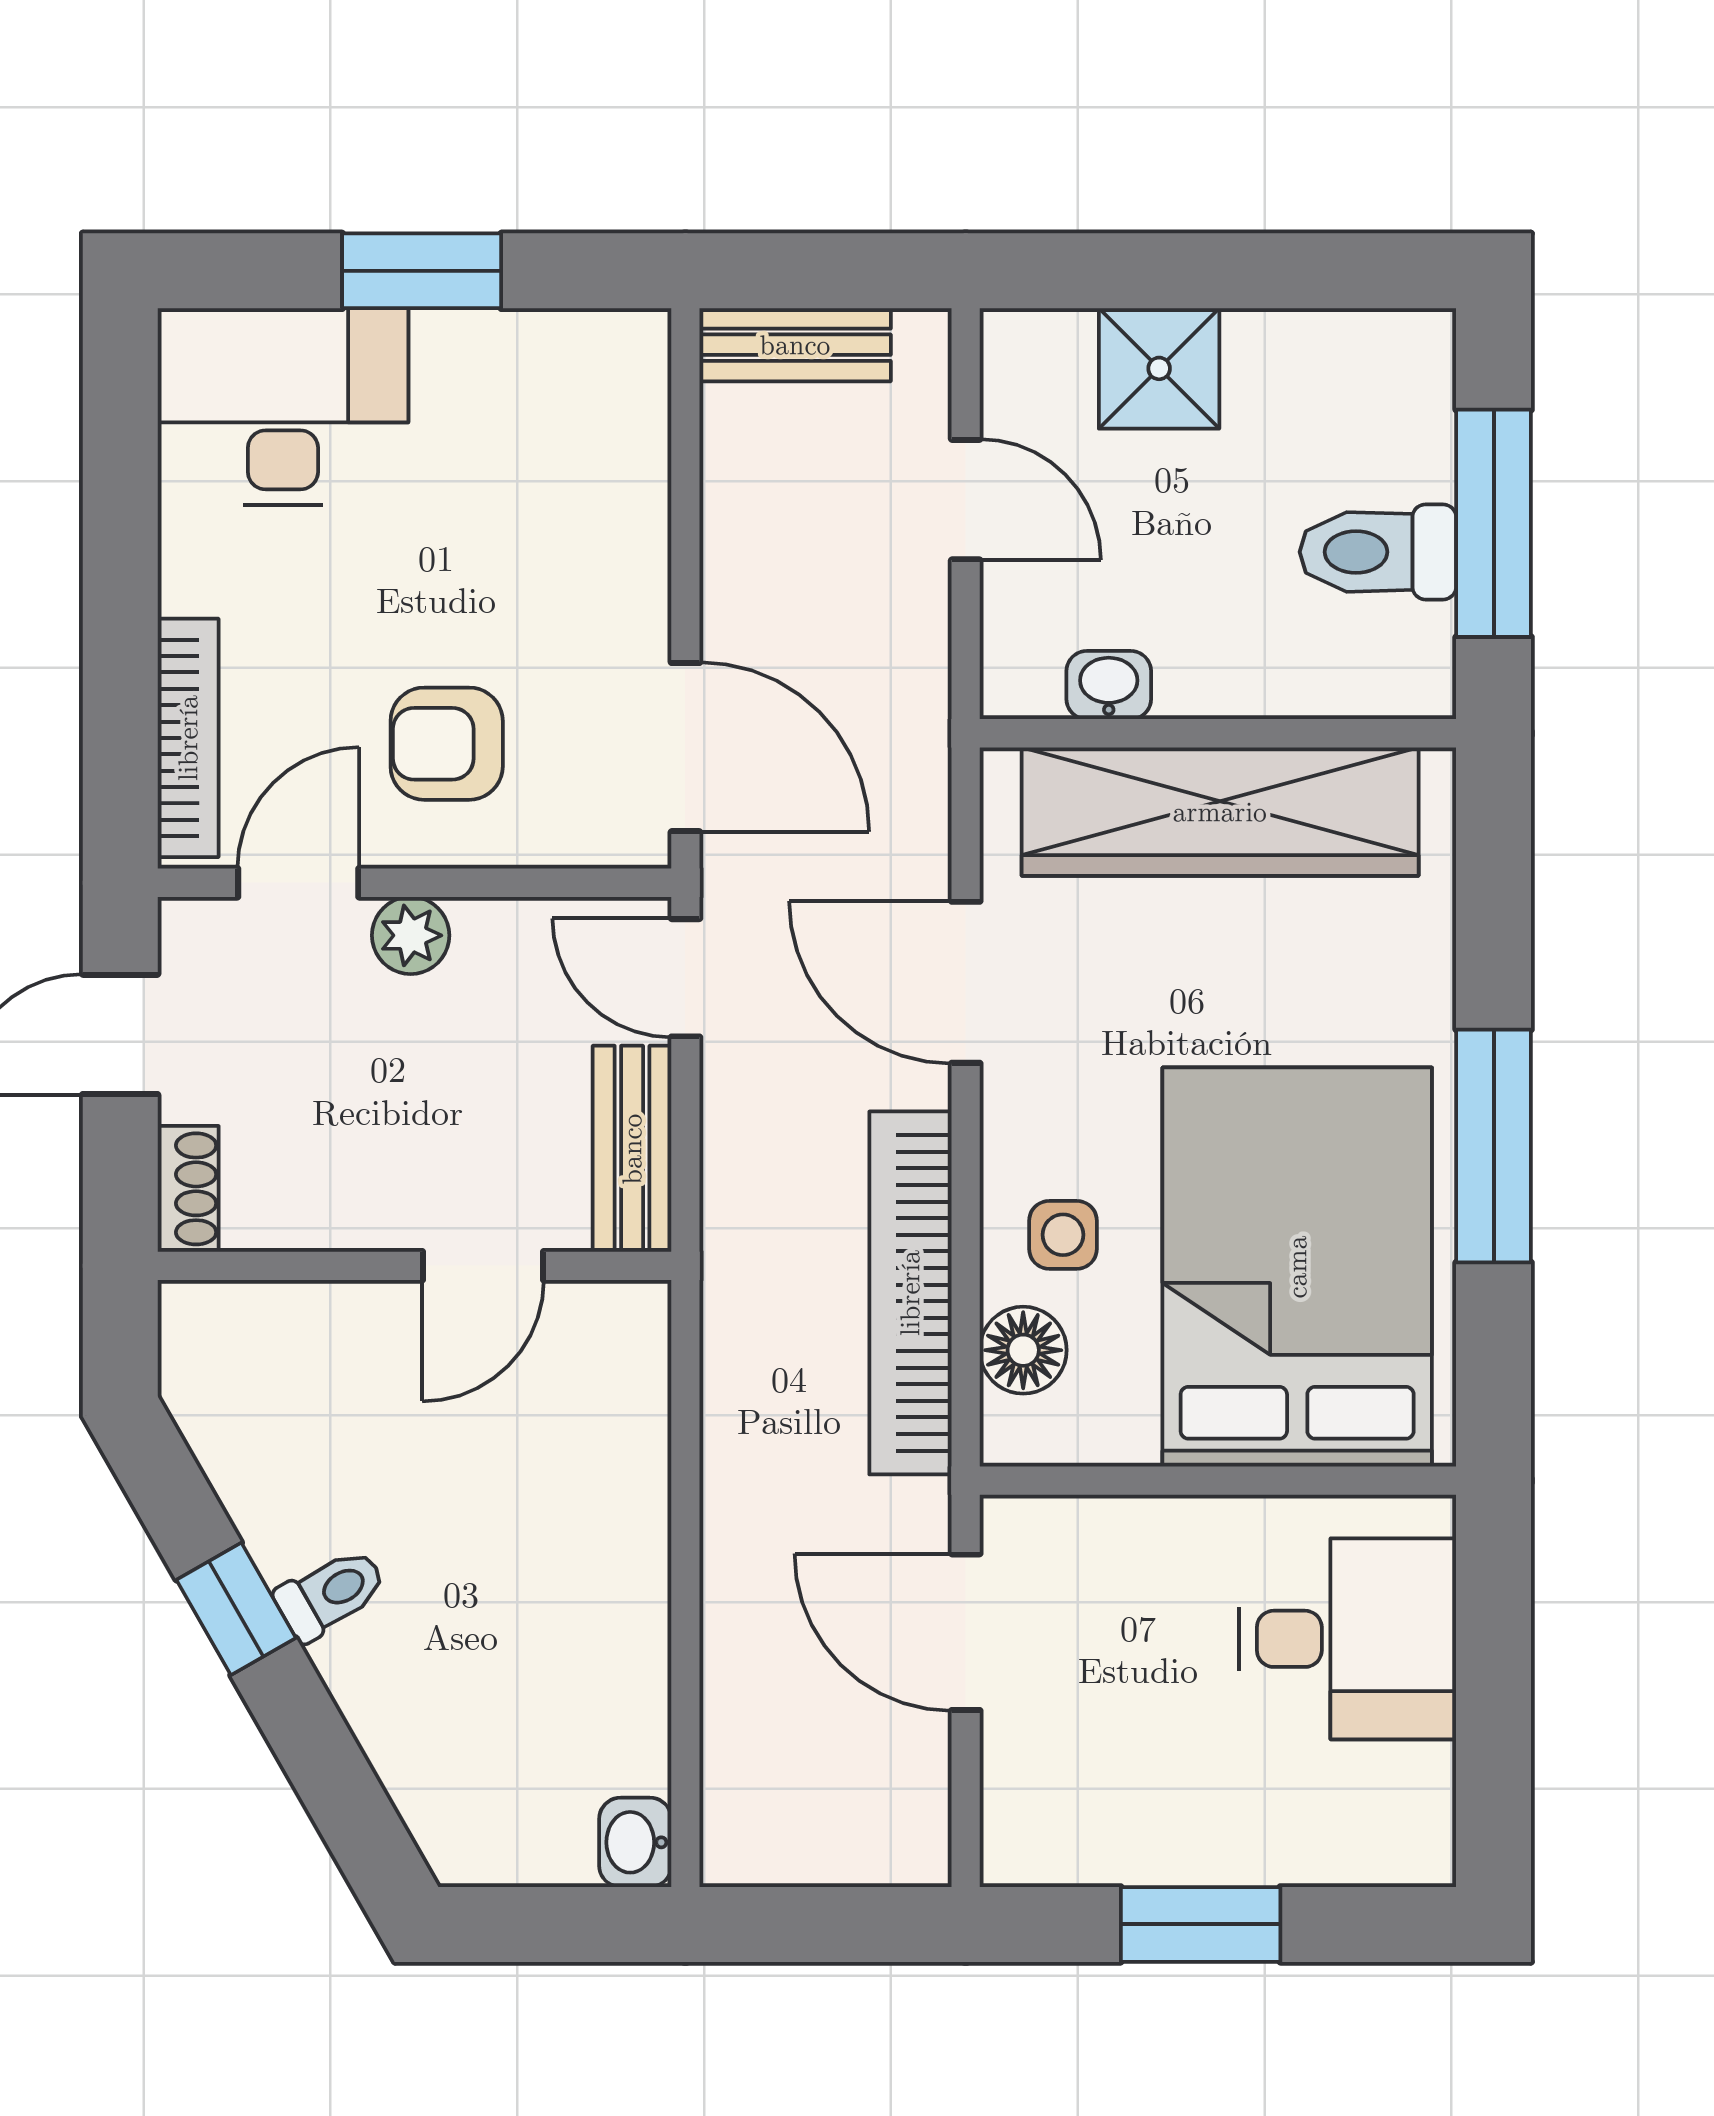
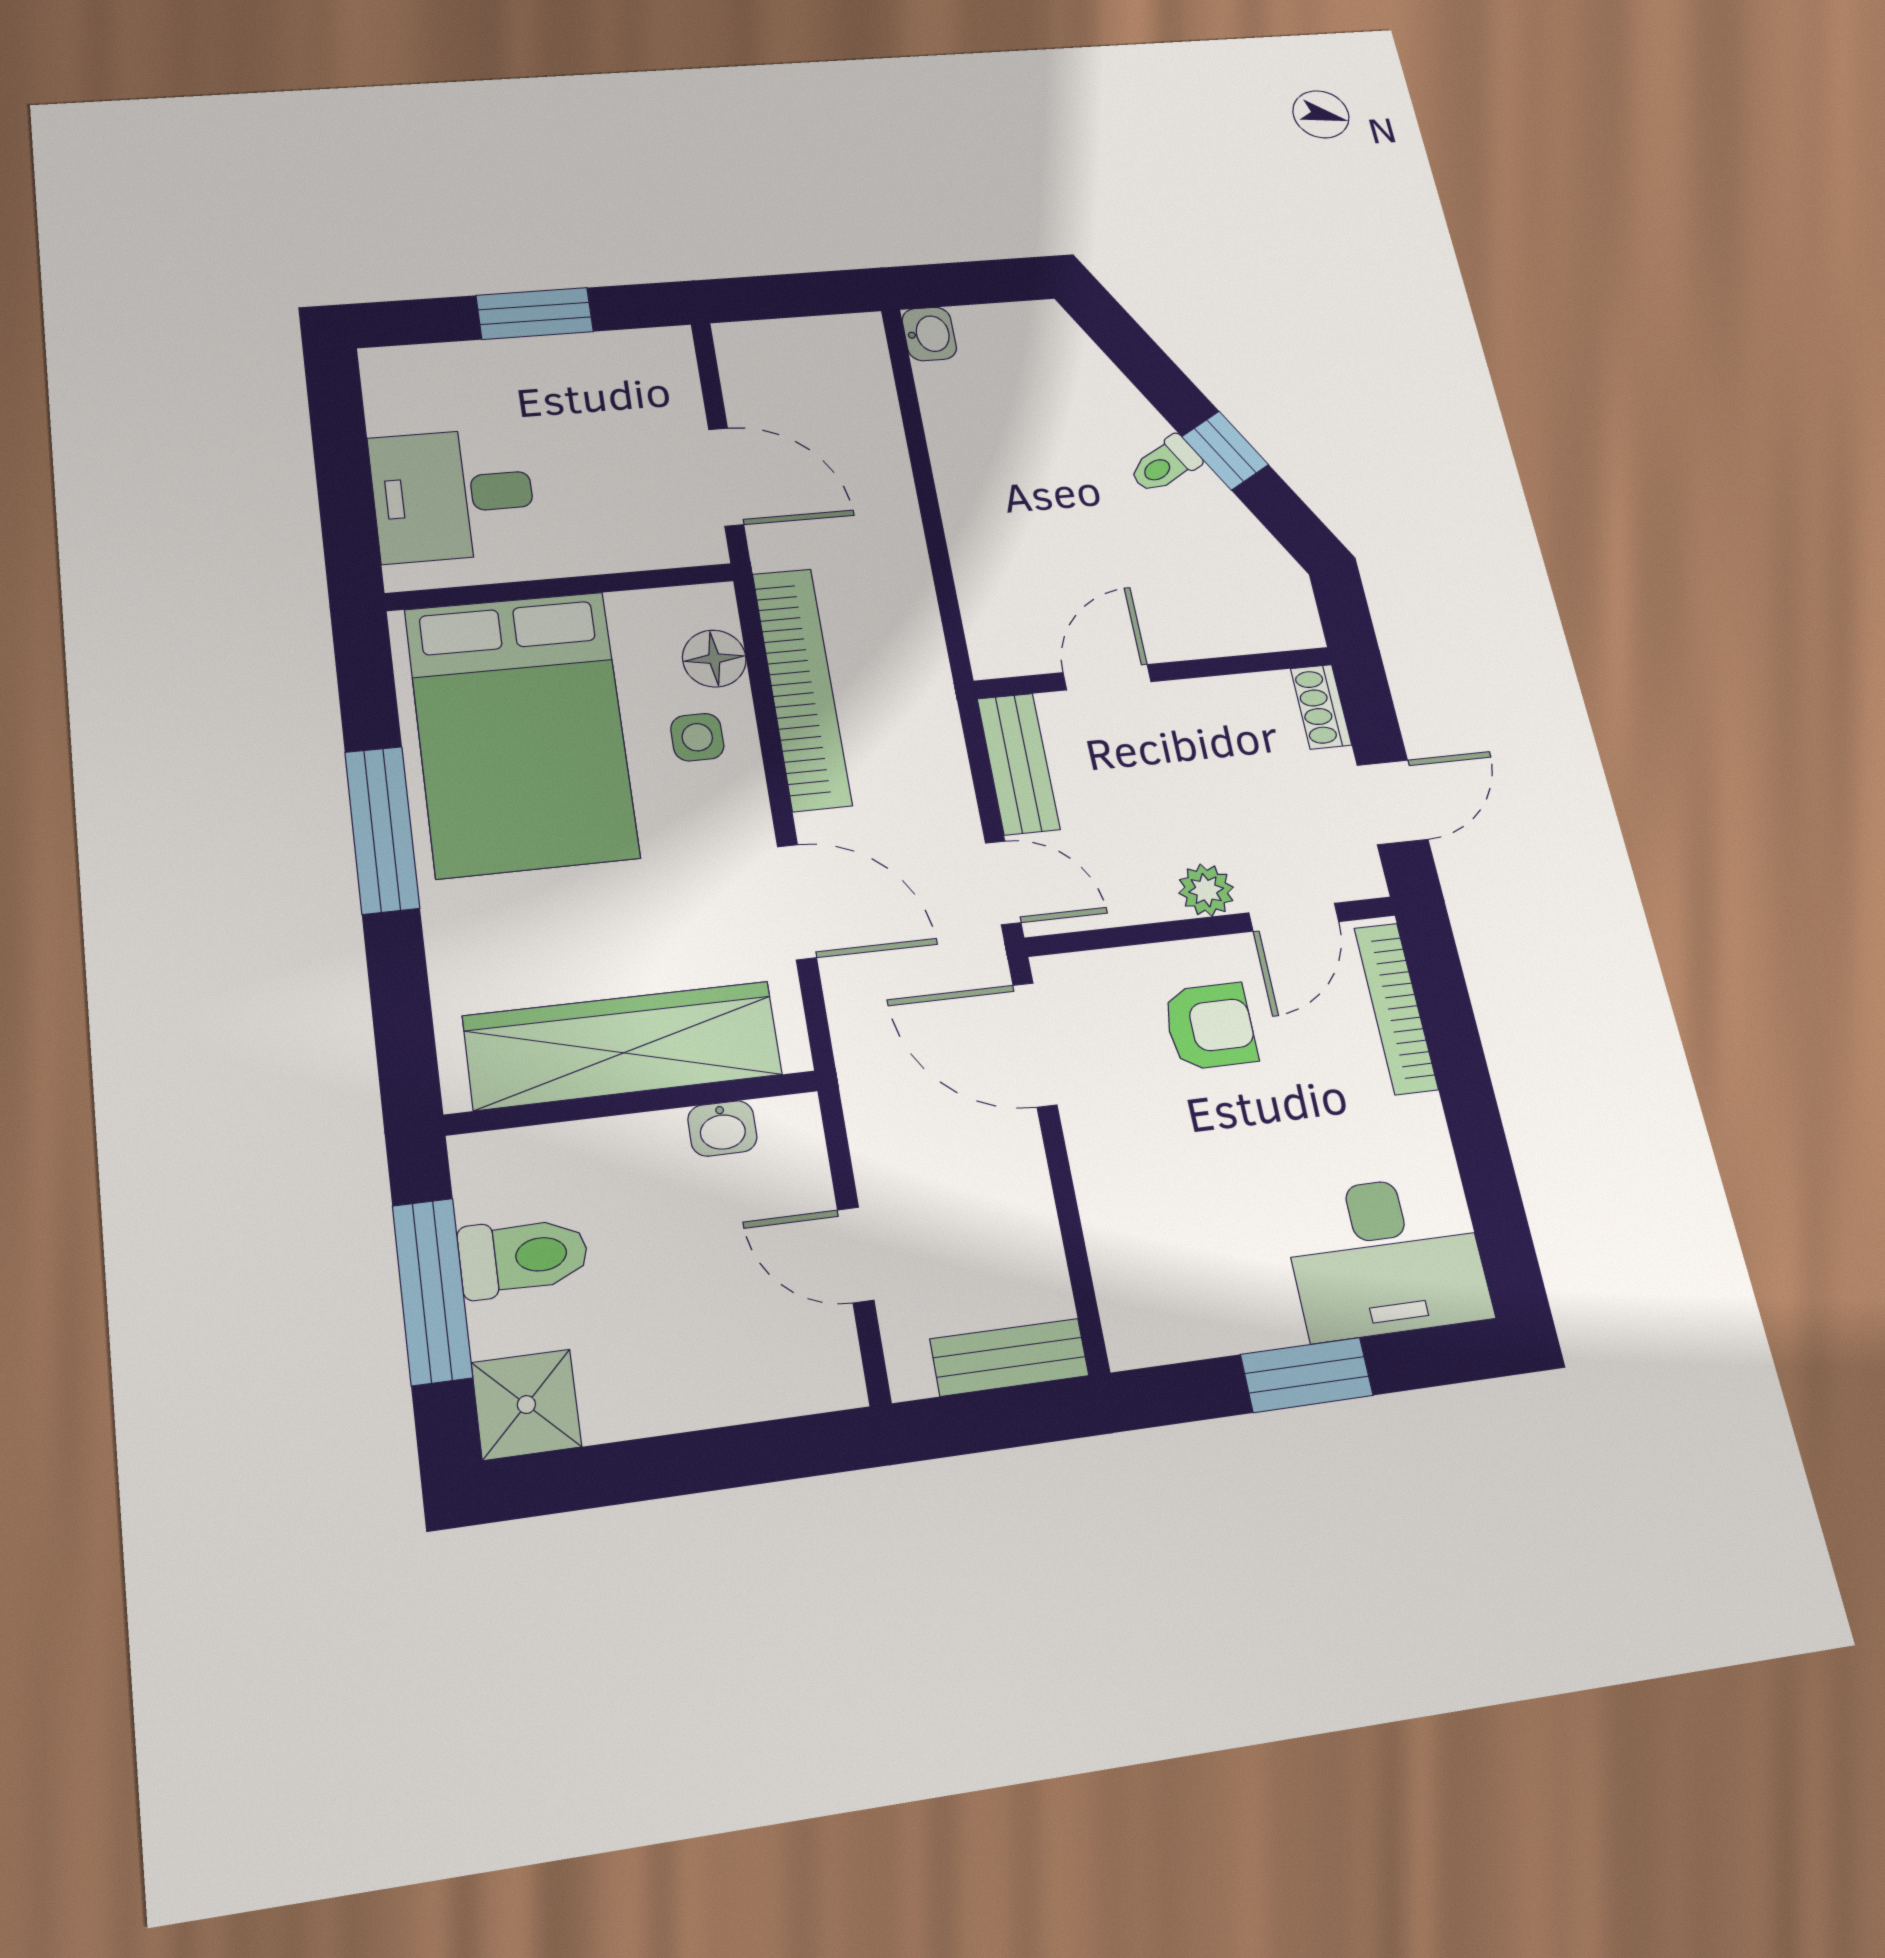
shower: (1159, 368) -> (526, 1405), moved

